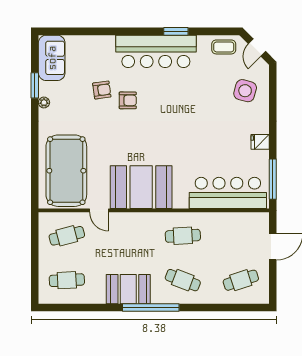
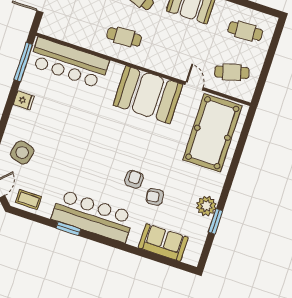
sofa: (52, 58) -> (163, 243), moved, turned 90
armchair: (128, 100) -> (134, 179), turned 90
plant: (44, 103) -> (206, 206), width x1.88, depth x1.88

